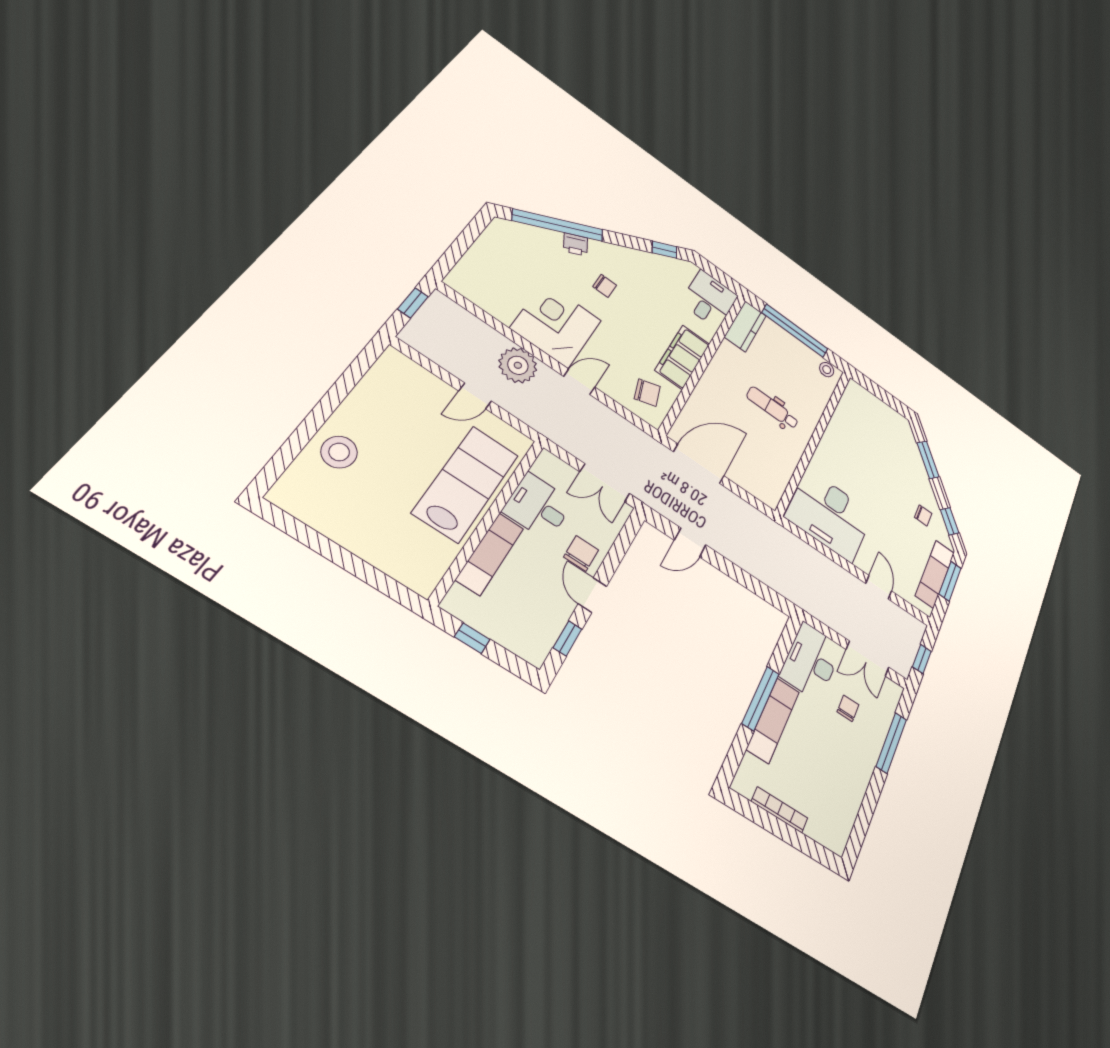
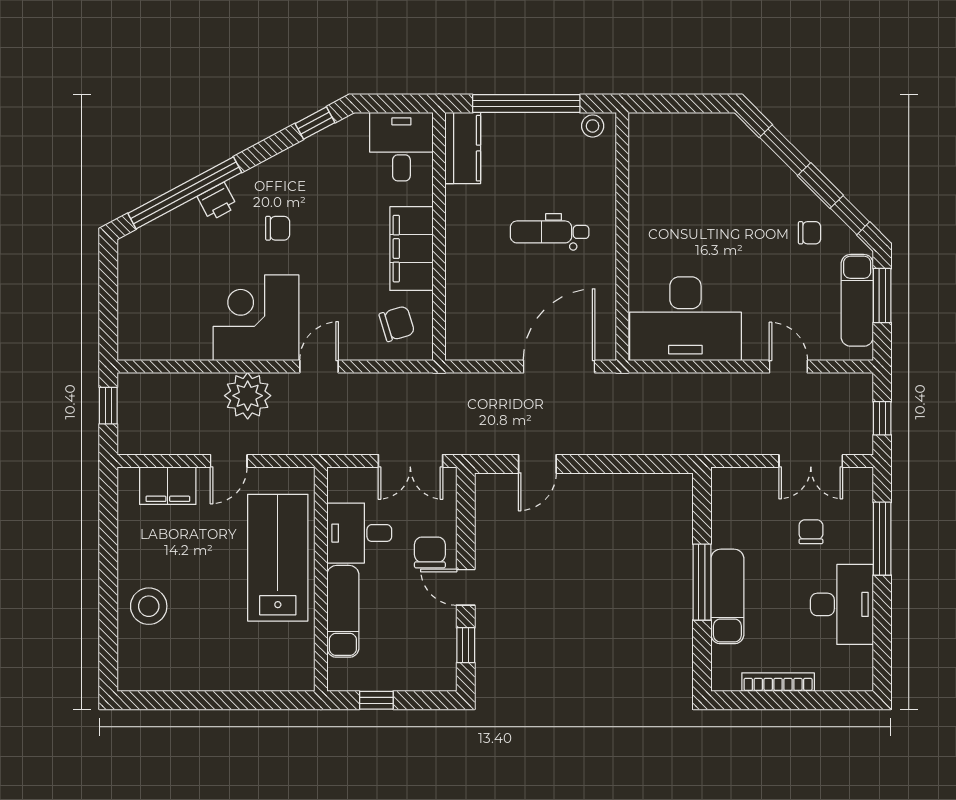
filing cabinet: (418, 381) -> (168, 486), added
door: (699, 464) -> (559, 366), moved
desk: (811, 661) -> (842, 604), moved, turned 180

